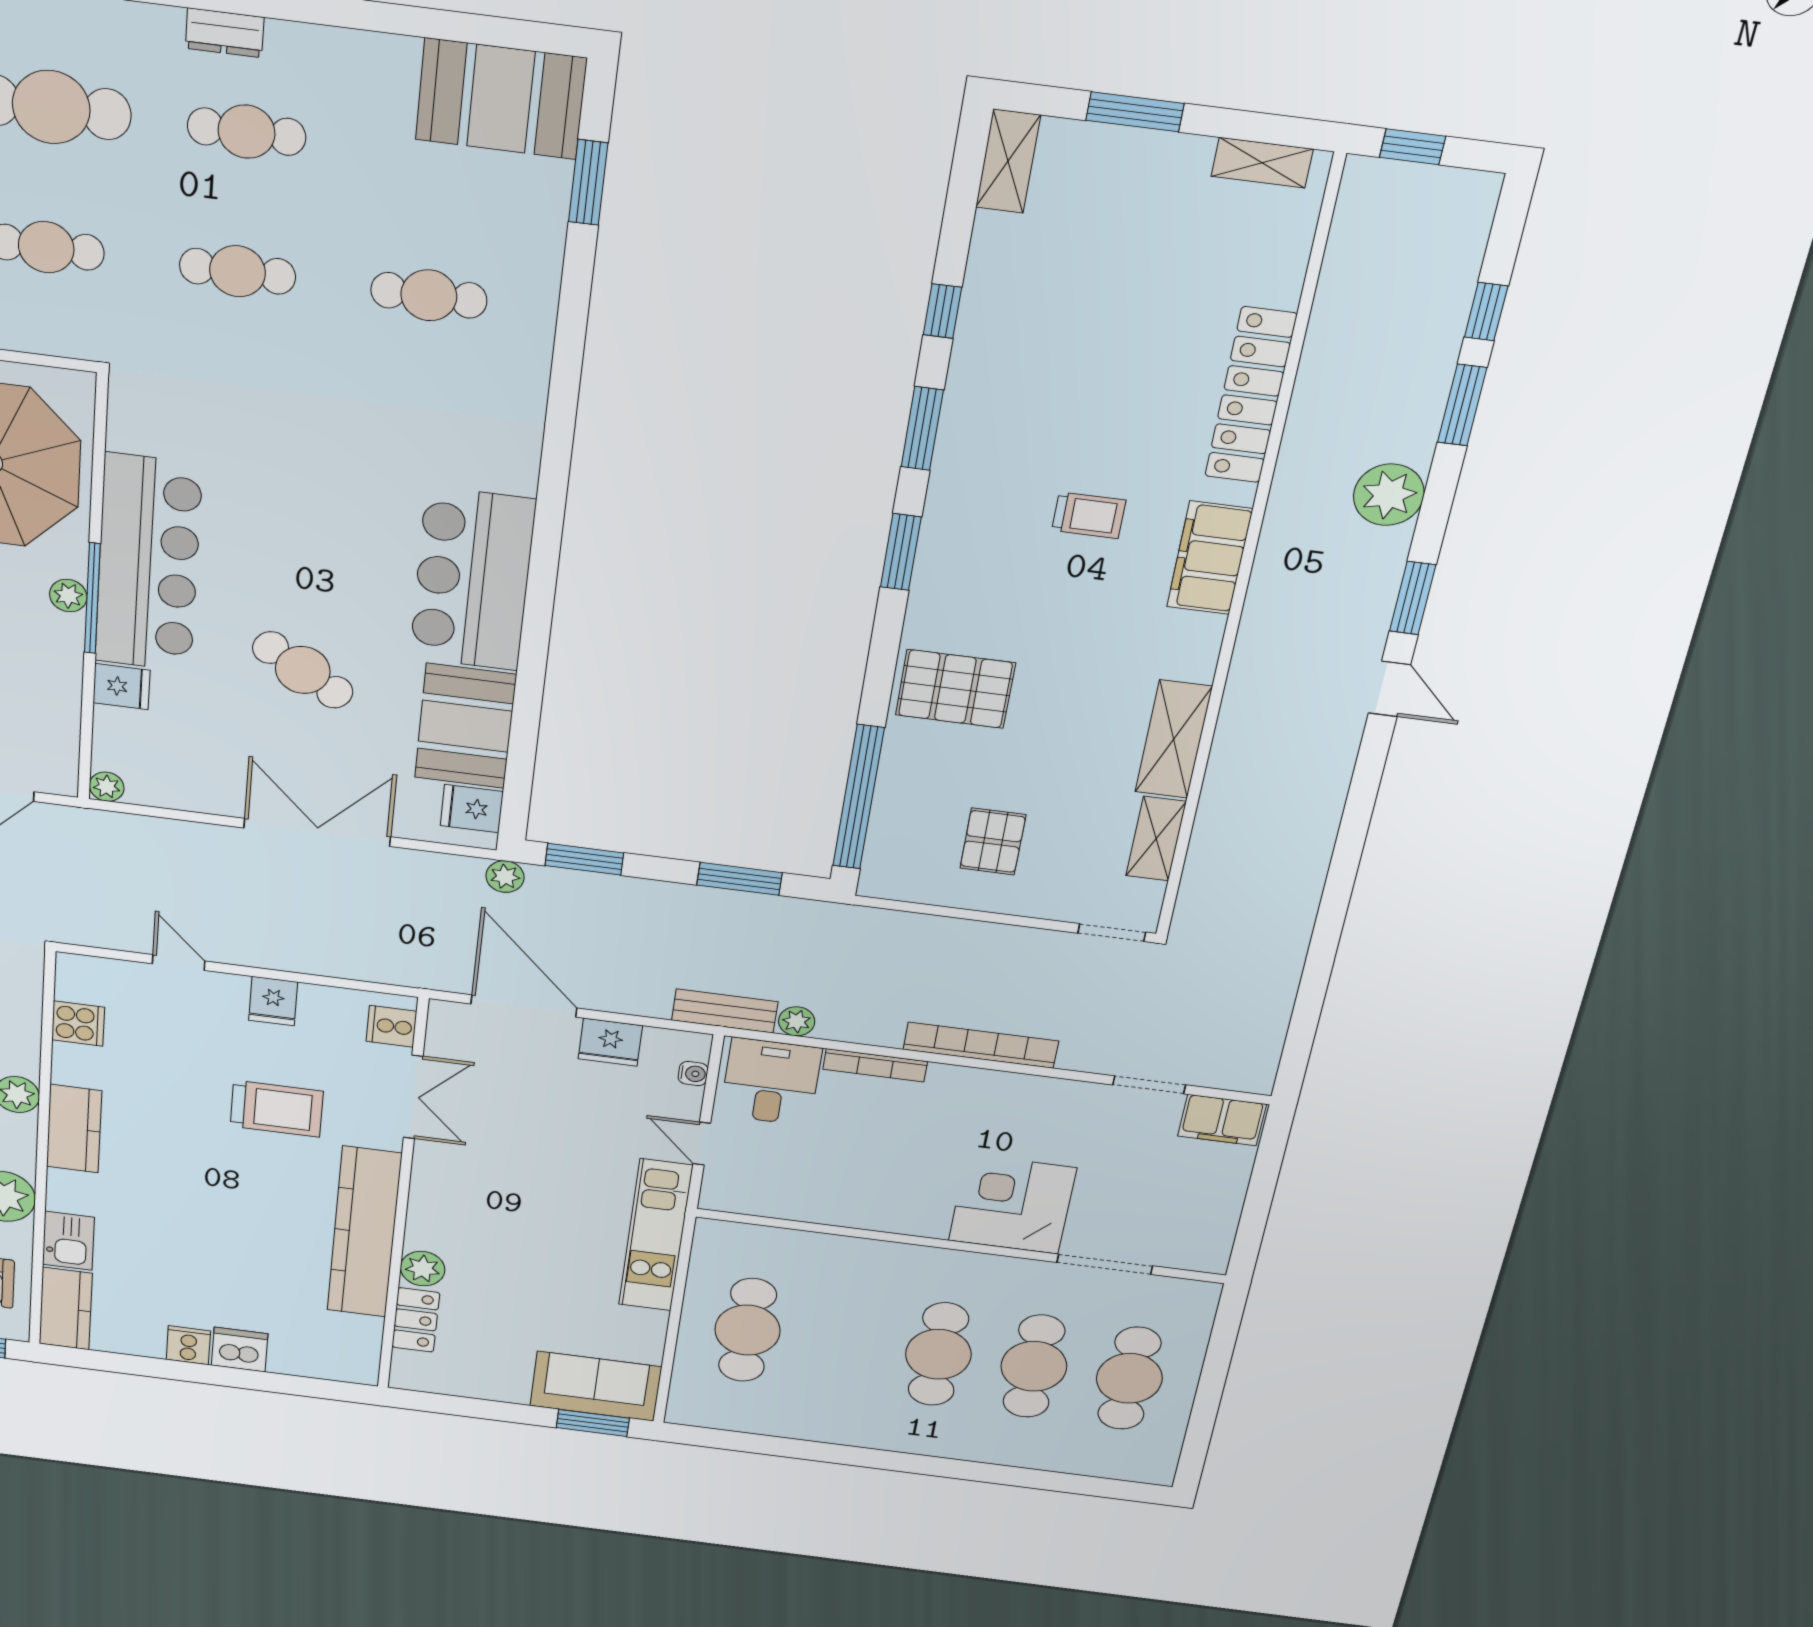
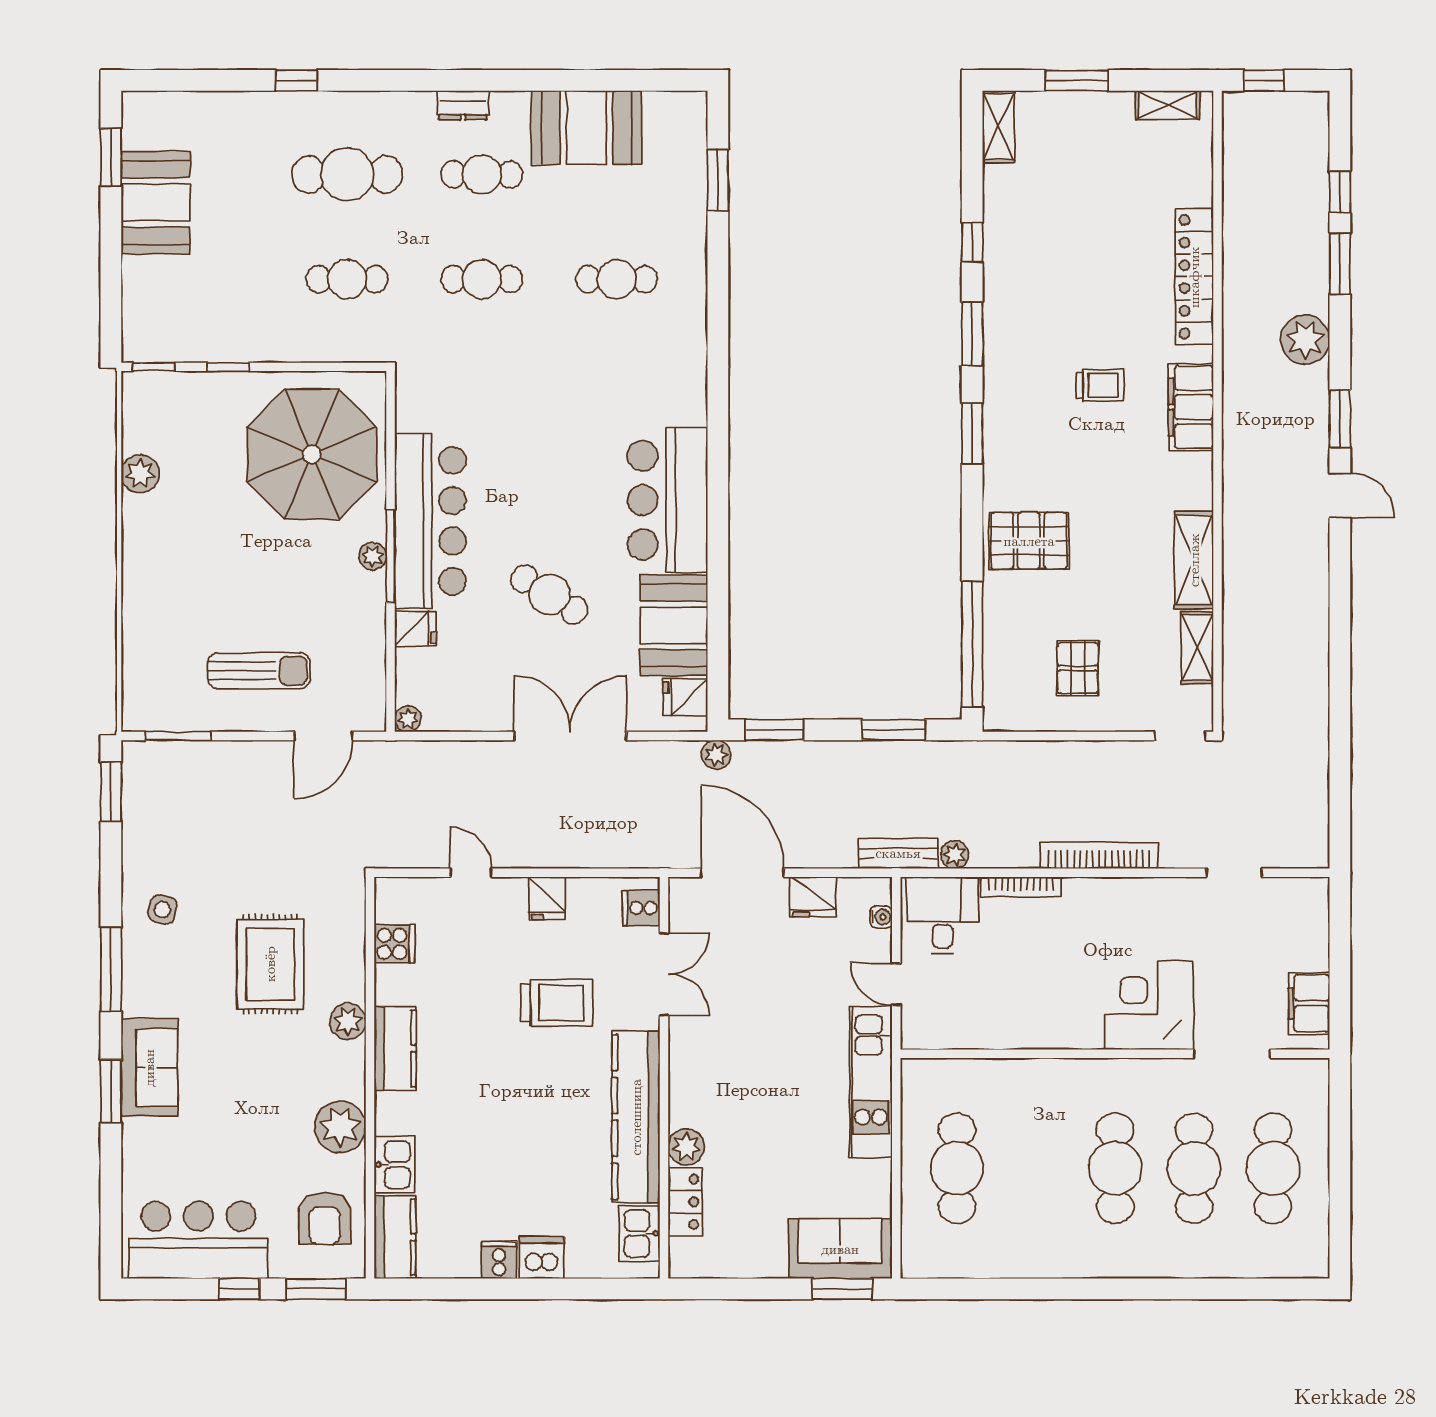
booth: (501, 99) -> (587, 128), moved
filing cabinet: (1222, 1120) -> (1309, 1003), moved, turned 90
kitchen sink: (358, 1342) -> (640, 1233), added

